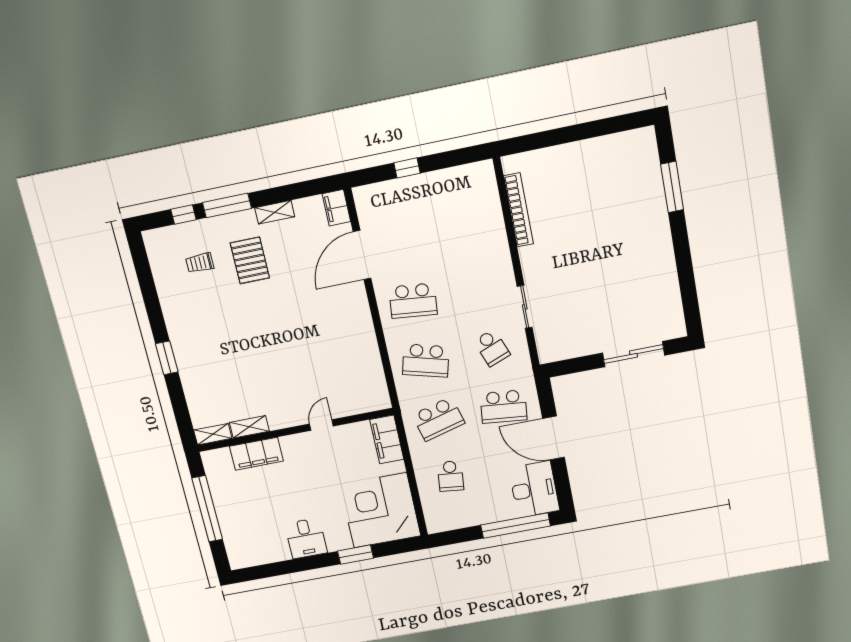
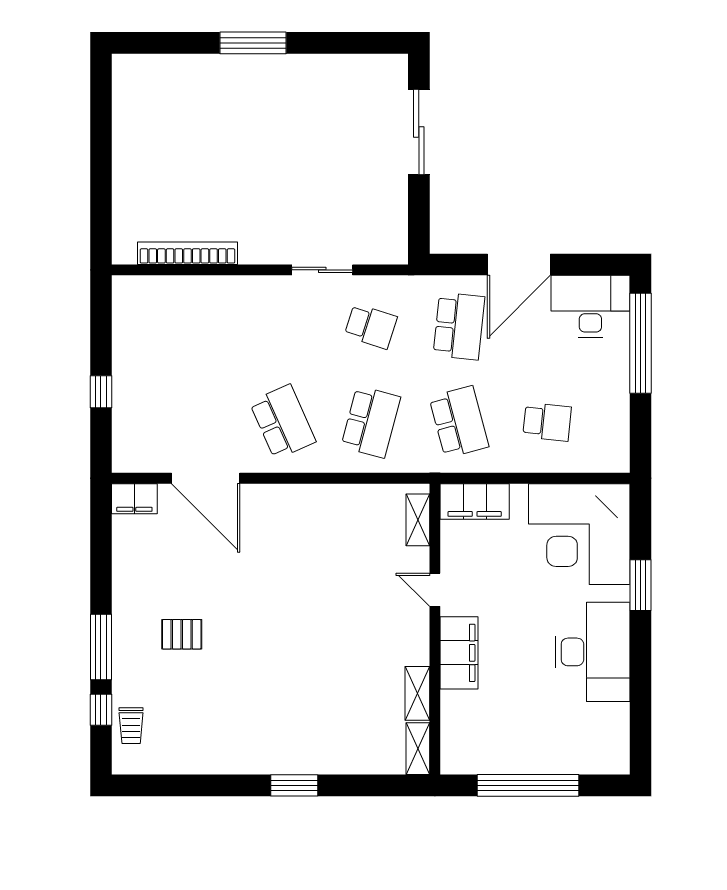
window: (672, 187) -> (253, 43), moved
shelving: (275, 212) -> (418, 520), moved
pallet: (250, 260) -> (182, 634), width x0.67, depth x0.71
trolley: (200, 263) -> (131, 726), moved
school desk: (413, 301) -> (283, 422), turned -30
school desk: (492, 348) -> (371, 326), turned 39
filing cabinet: (256, 454) -> (459, 653), moved
desk: (306, 538) -> (593, 652), width x1.87, depth x1.30

